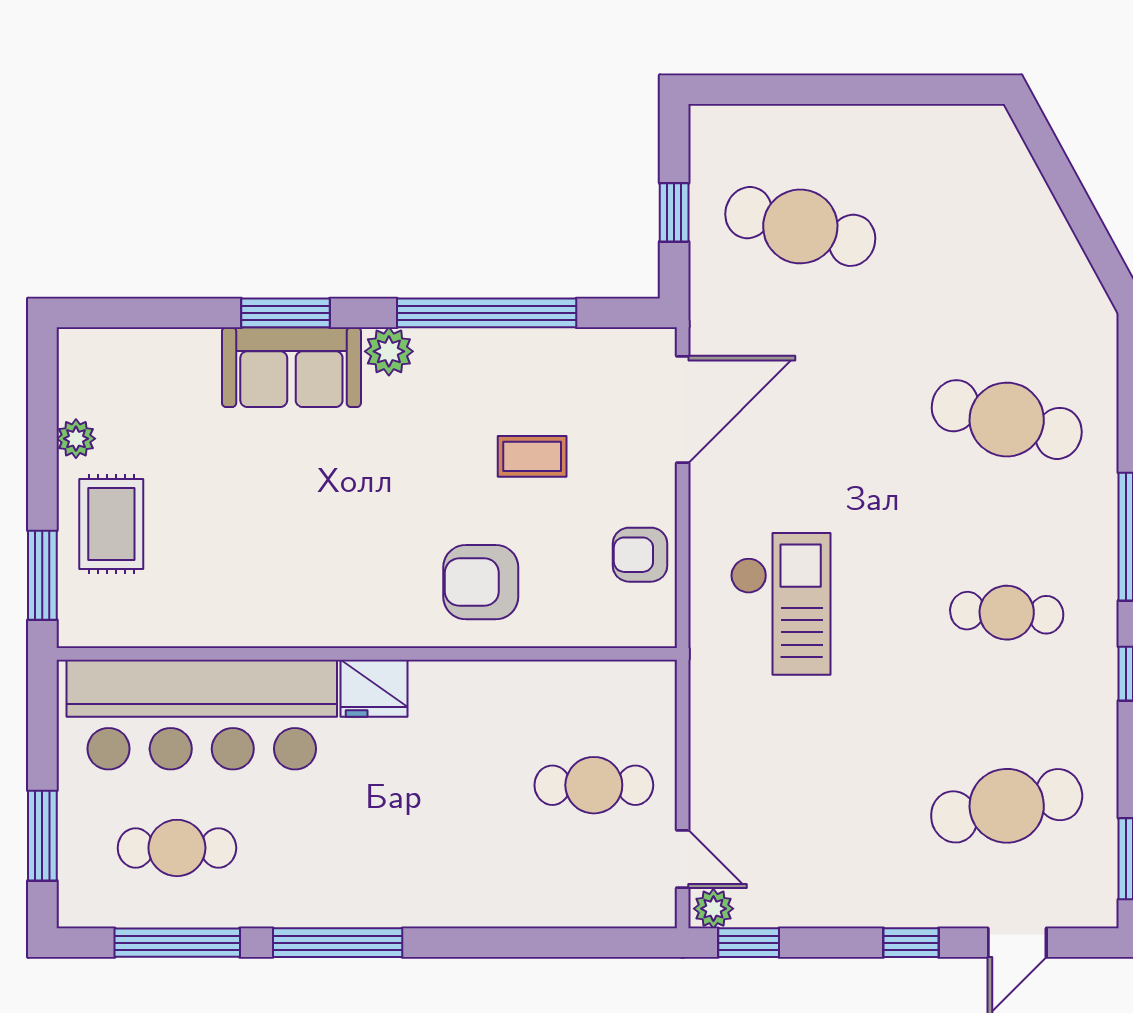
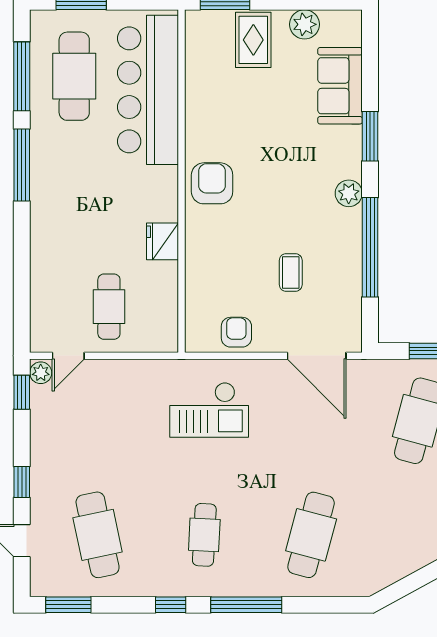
sofa: (291, 367) -> (340, 86), moved
plant: (76, 439) -> (305, 24), width x1.38, depth x1.38
rug: (111, 524) -> (253, 40), turned 90
armchair: (481, 582) -> (212, 183), moved
fridge: (374, 688) -> (163, 241), moved
cafe table: (177, 848) -> (74, 76), width x1.37, depth x1.35

